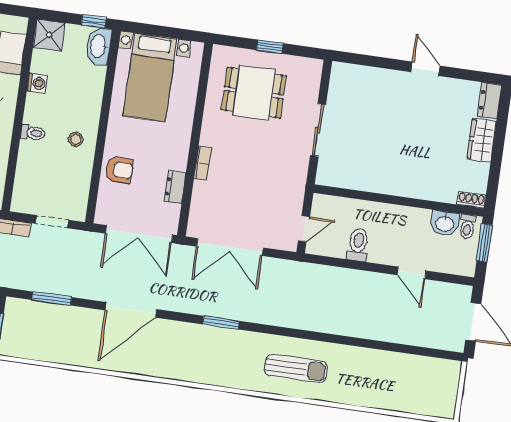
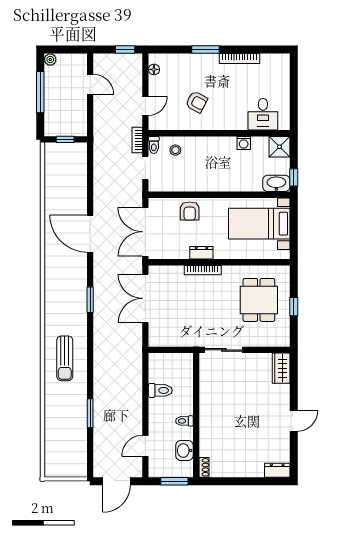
sliding door: (318, 130) -> (224, 350), moved
toilet: (33, 133) -> (154, 145), moved
stool: (76, 139) -> (175, 150), moved
wardrobe: (482, 140) -> (281, 368), moved, turned -90
bookcase: (202, 163) -> (203, 270), width x1.56
dresser: (175, 187) -> (201, 253), moved
toilet: (467, 227) -> (184, 421), moved
door: (304, 229) -> (166, 350), removed
door: (412, 273) -> (145, 446), moved
window: (52, 299) -> (90, 413), moved

